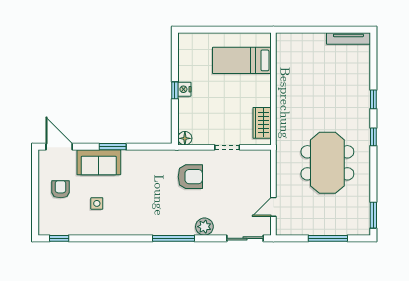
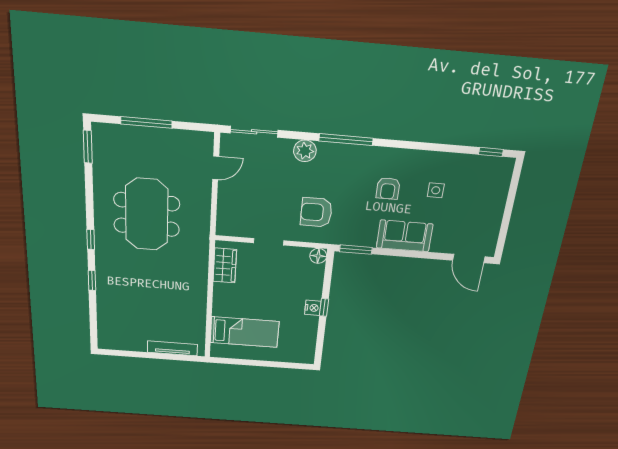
tv unit: (348, 38) -> (172, 348), moved
window: (113, 147) -> (356, 250), moved
sofa: (99, 162) -> (405, 236), moved
armchair: (61, 189) -> (388, 188), moved

